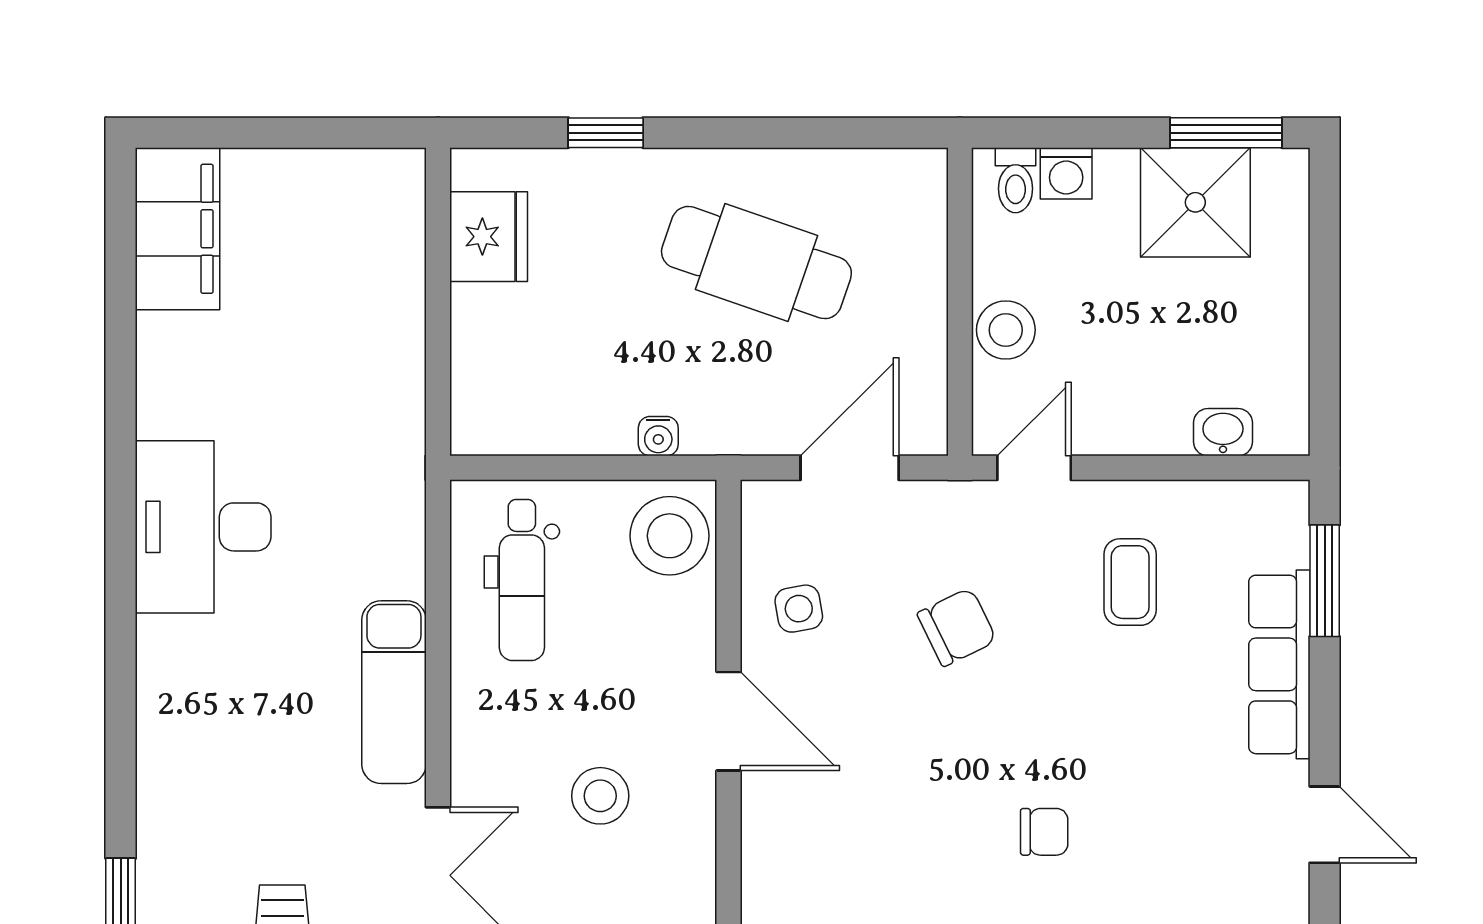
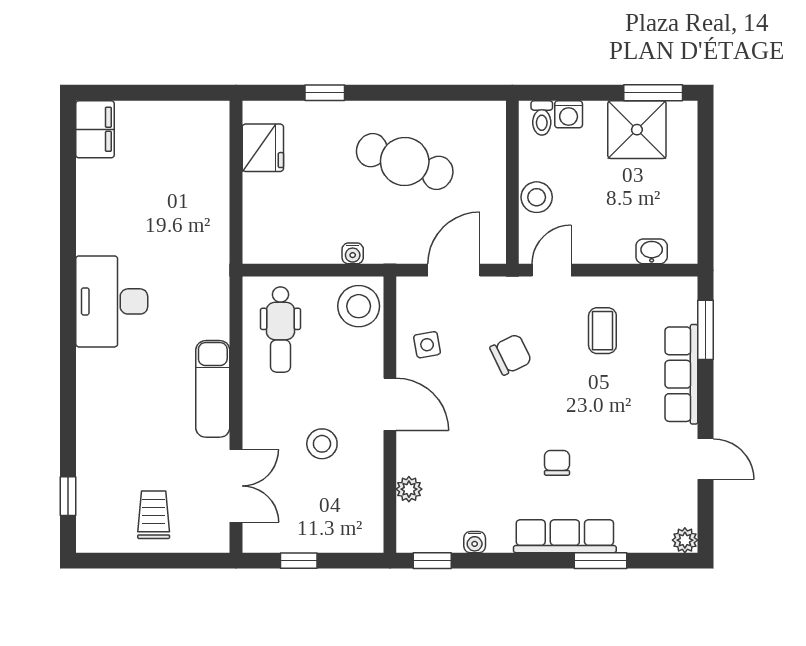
filing cabinet: (178, 229) -> (95, 129), width x0.67, depth x0.86
chair: (1044, 832) -> (557, 463), turned -90
plant: (765, 882) -> (409, 489), added

